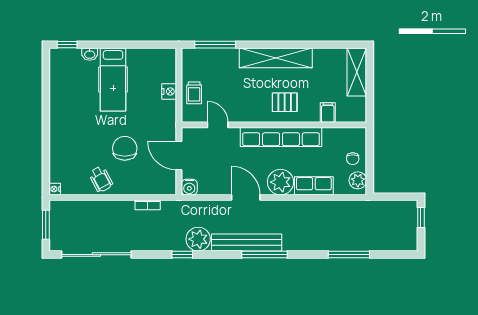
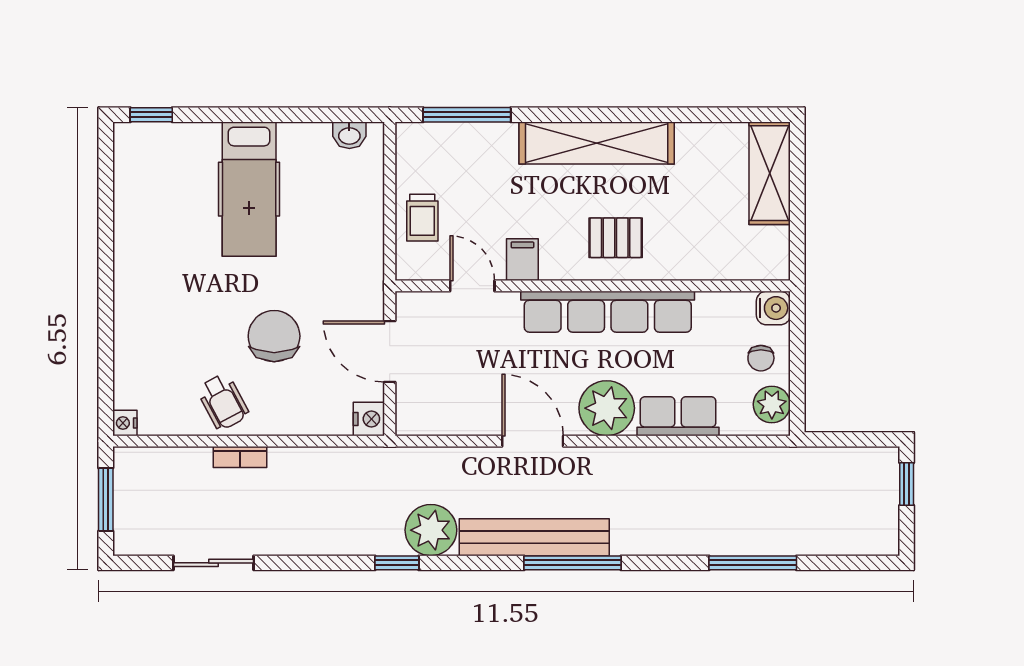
washbasin: (90, 54) -> (349, 135), moved
nightstand: (169, 91) -> (369, 419), moved
filing cabinet: (328, 112) -> (522, 260), moved
water cooler: (189, 187) -> (773, 308), moved, turned -90
bookcase: (148, 205) -> (240, 457), moved
sliding door: (96, 255) -> (213, 563), width x0.54

